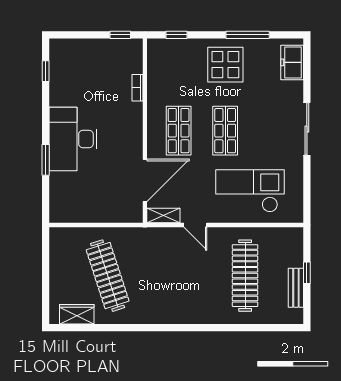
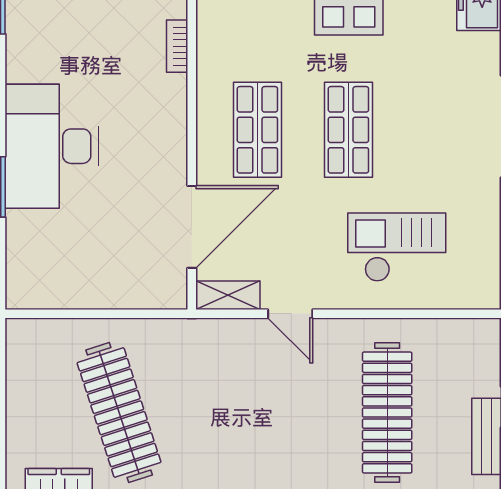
checkout: (250, 191) -> (397, 247), width x0.73, depth x0.83

